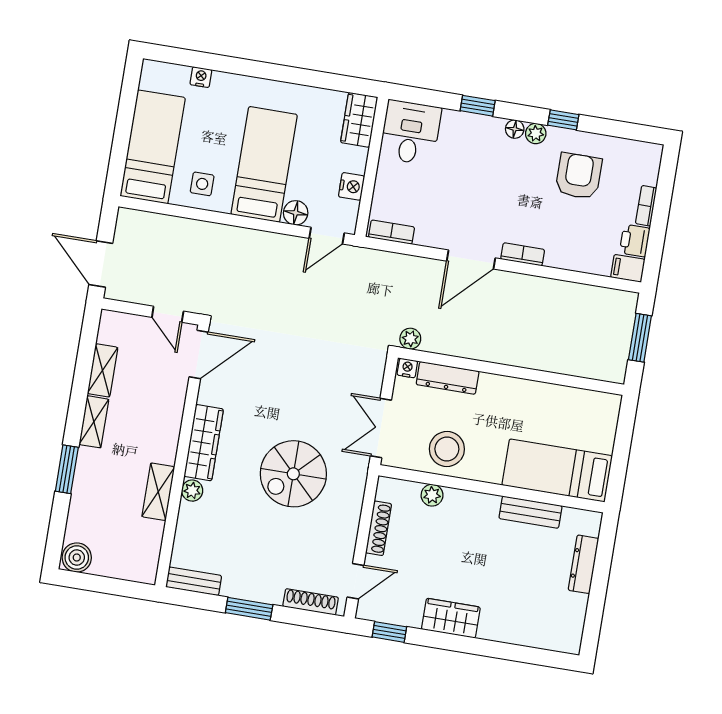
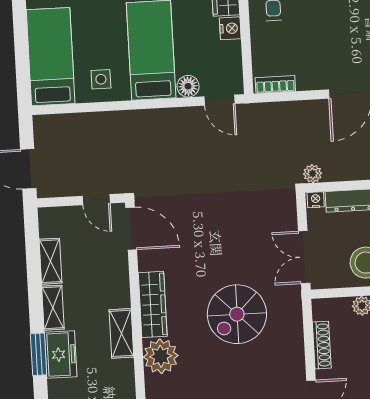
nightstand: (352, 186) -> (230, 28), moved
door: (327, 236) -> (220, 100), hinge flipped
door: (199, 355) -> (131, 229), hinge flipped
freezer: (91, 475) -> (61, 354), added
plant: (192, 491) -> (161, 356), width x1.87, depth x1.87
shelving: (158, 492) -> (121, 333), moved

